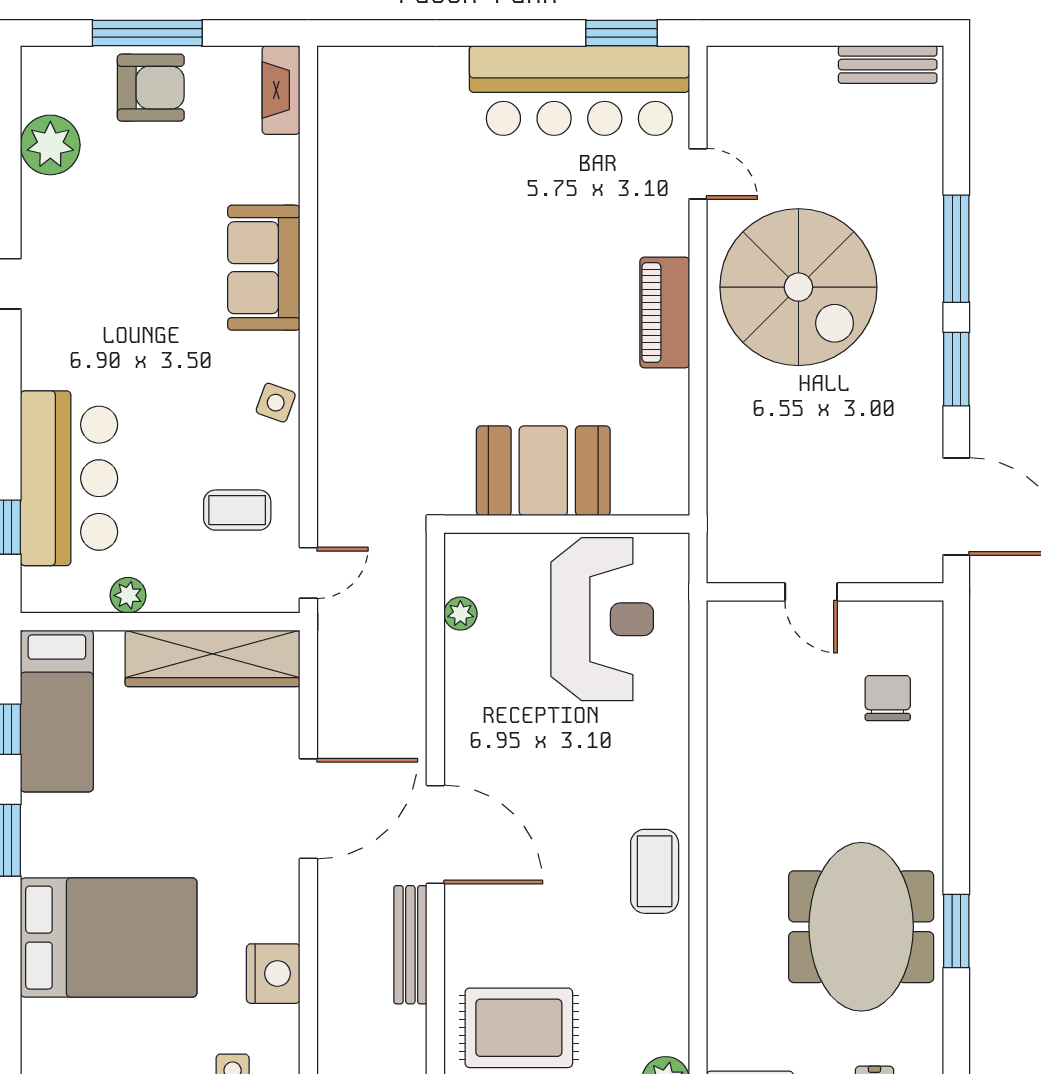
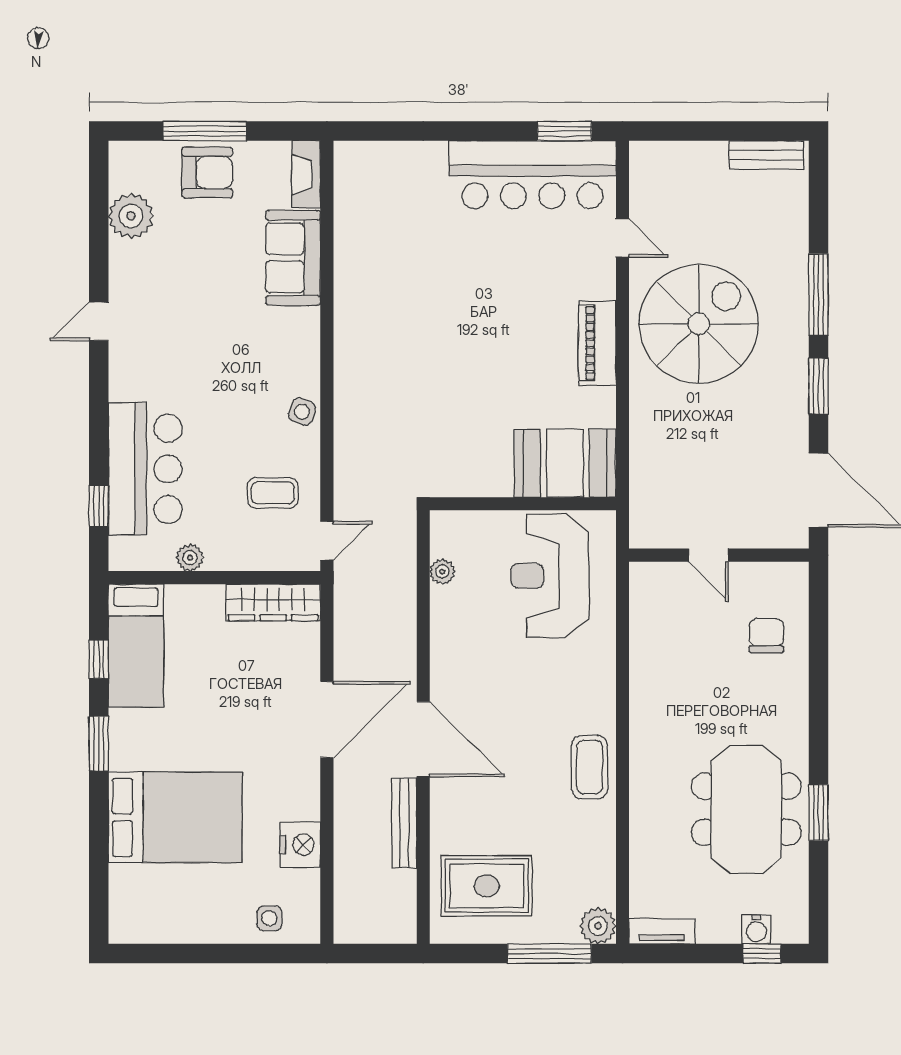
sofa: (264, 268) -> (293, 258), moved
spiral stairs: (798, 287) -> (699, 324), turned -90
booth: (543, 471) -> (565, 463), moved
reception desk: (602, 619) -> (550, 576), turned 180
wardrobe: (212, 658) -> (273, 602), width x0.71, depth x0.85

